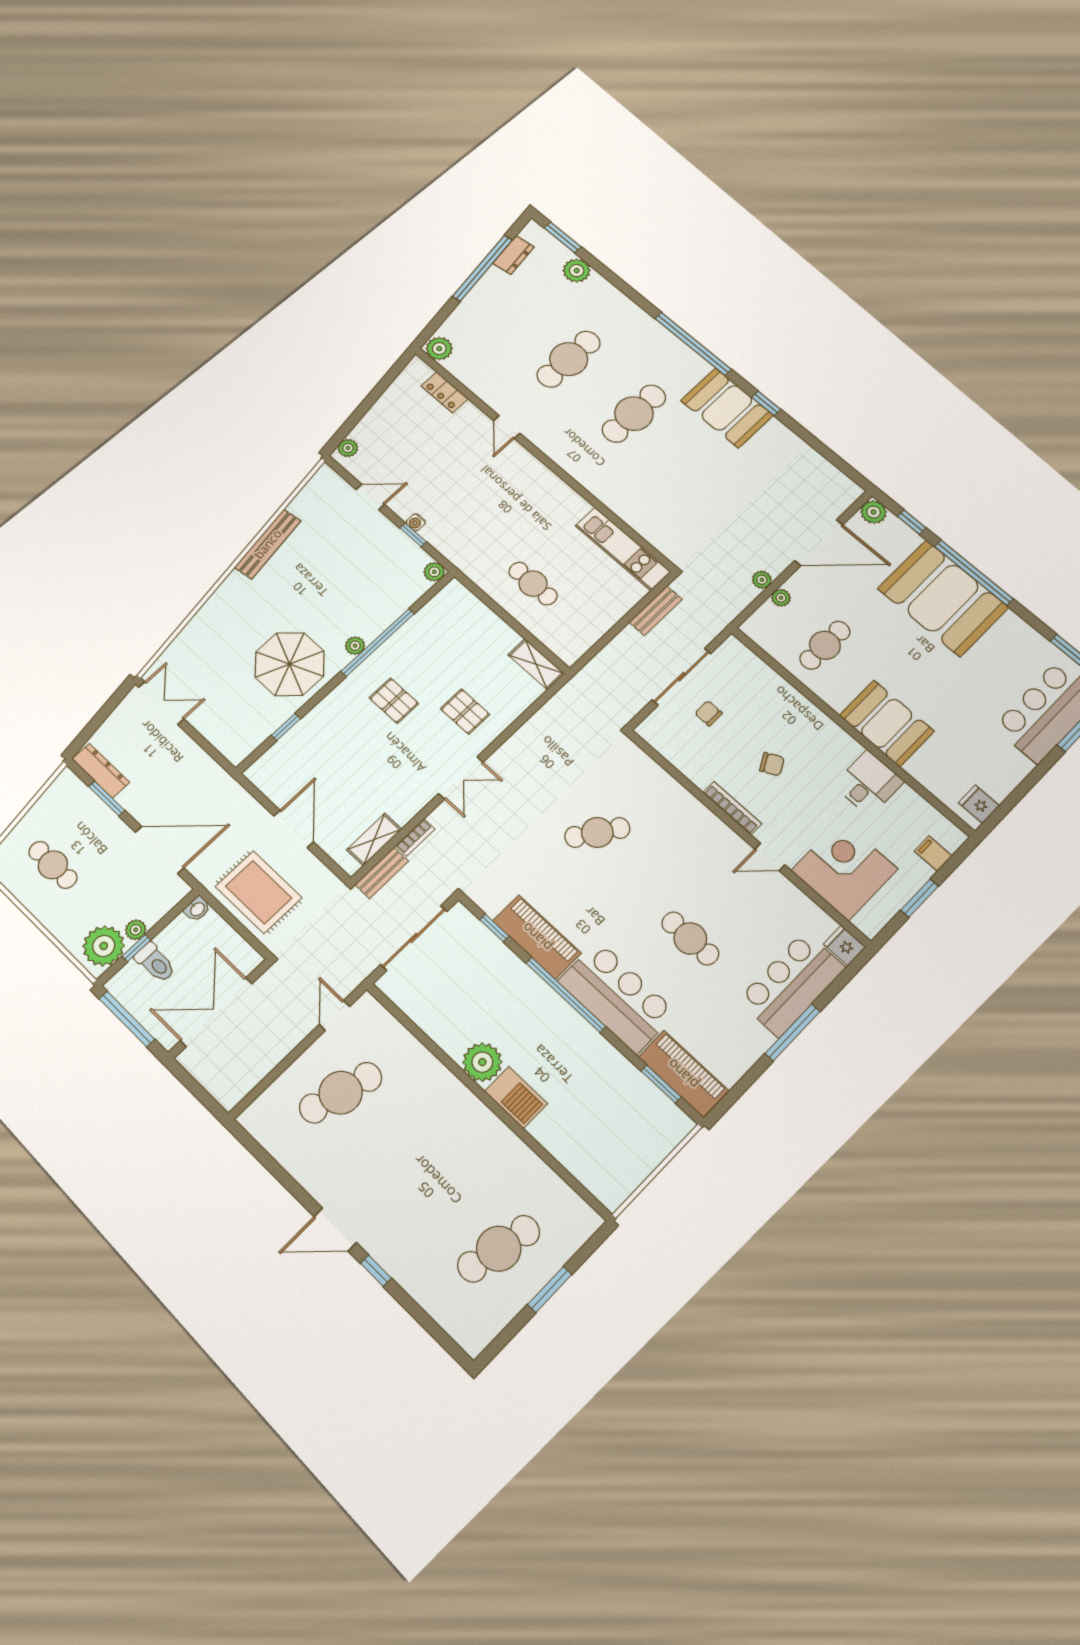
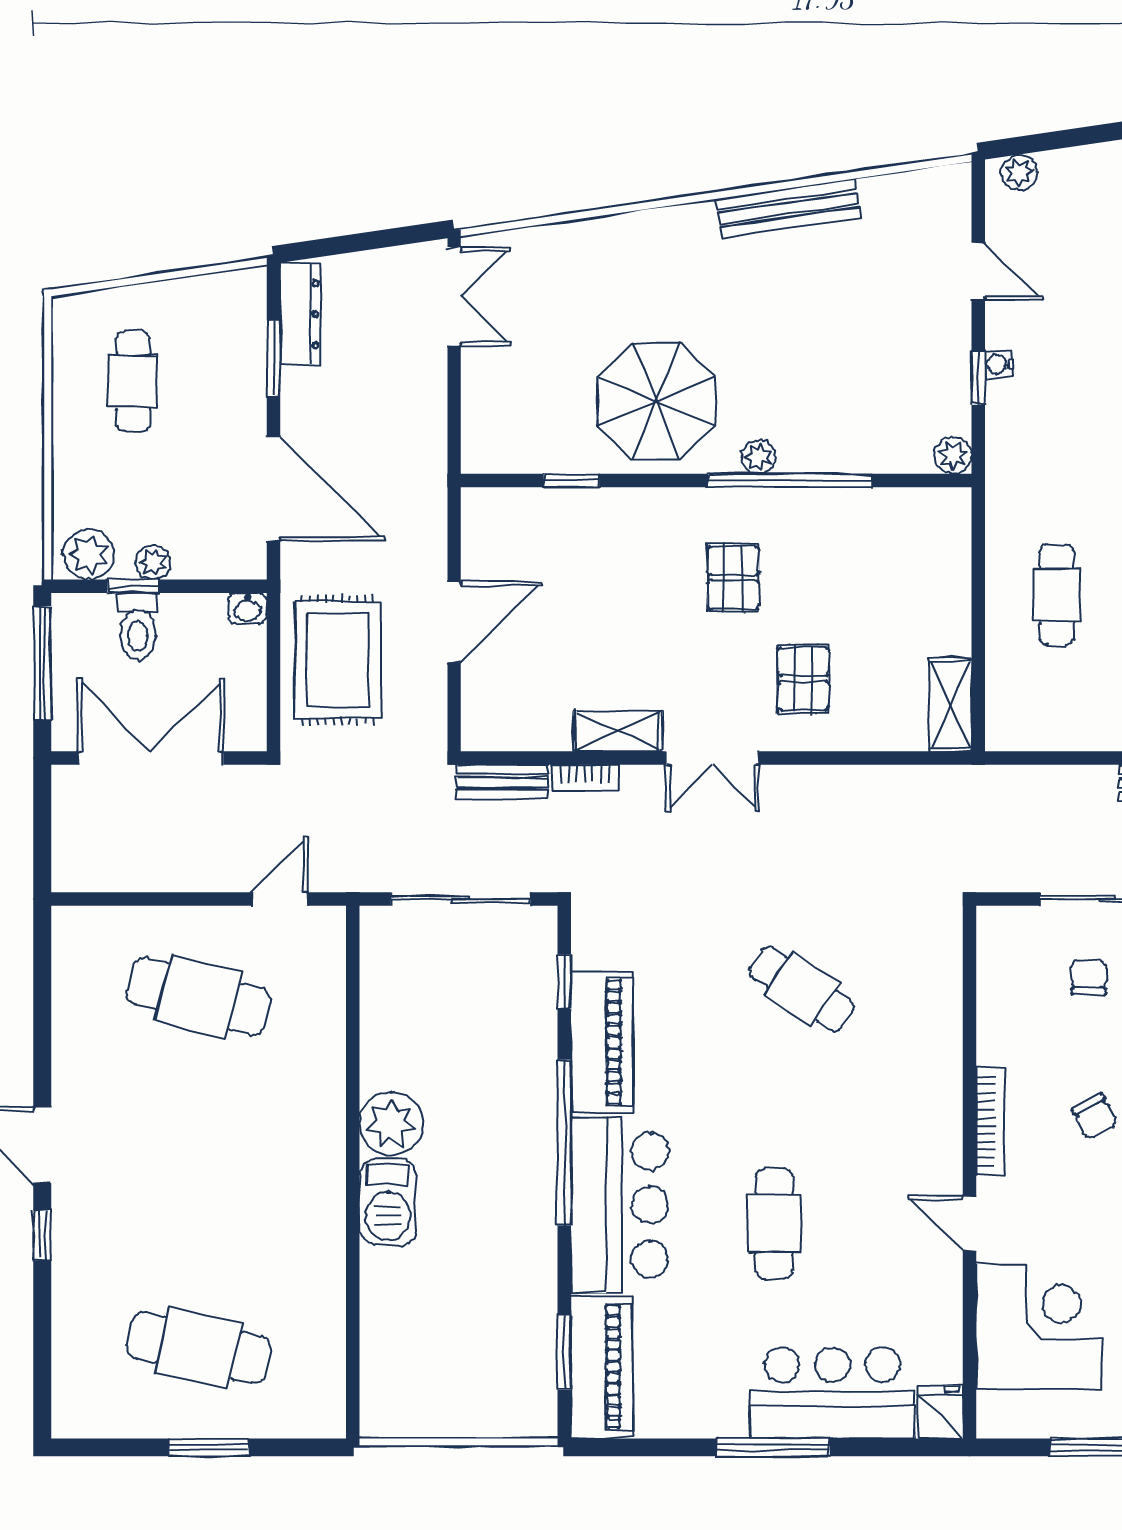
shelving: (374, 839) -> (618, 731), moved
plant: (104, 946) -> (89, 555), width x0.73, depth x0.73

